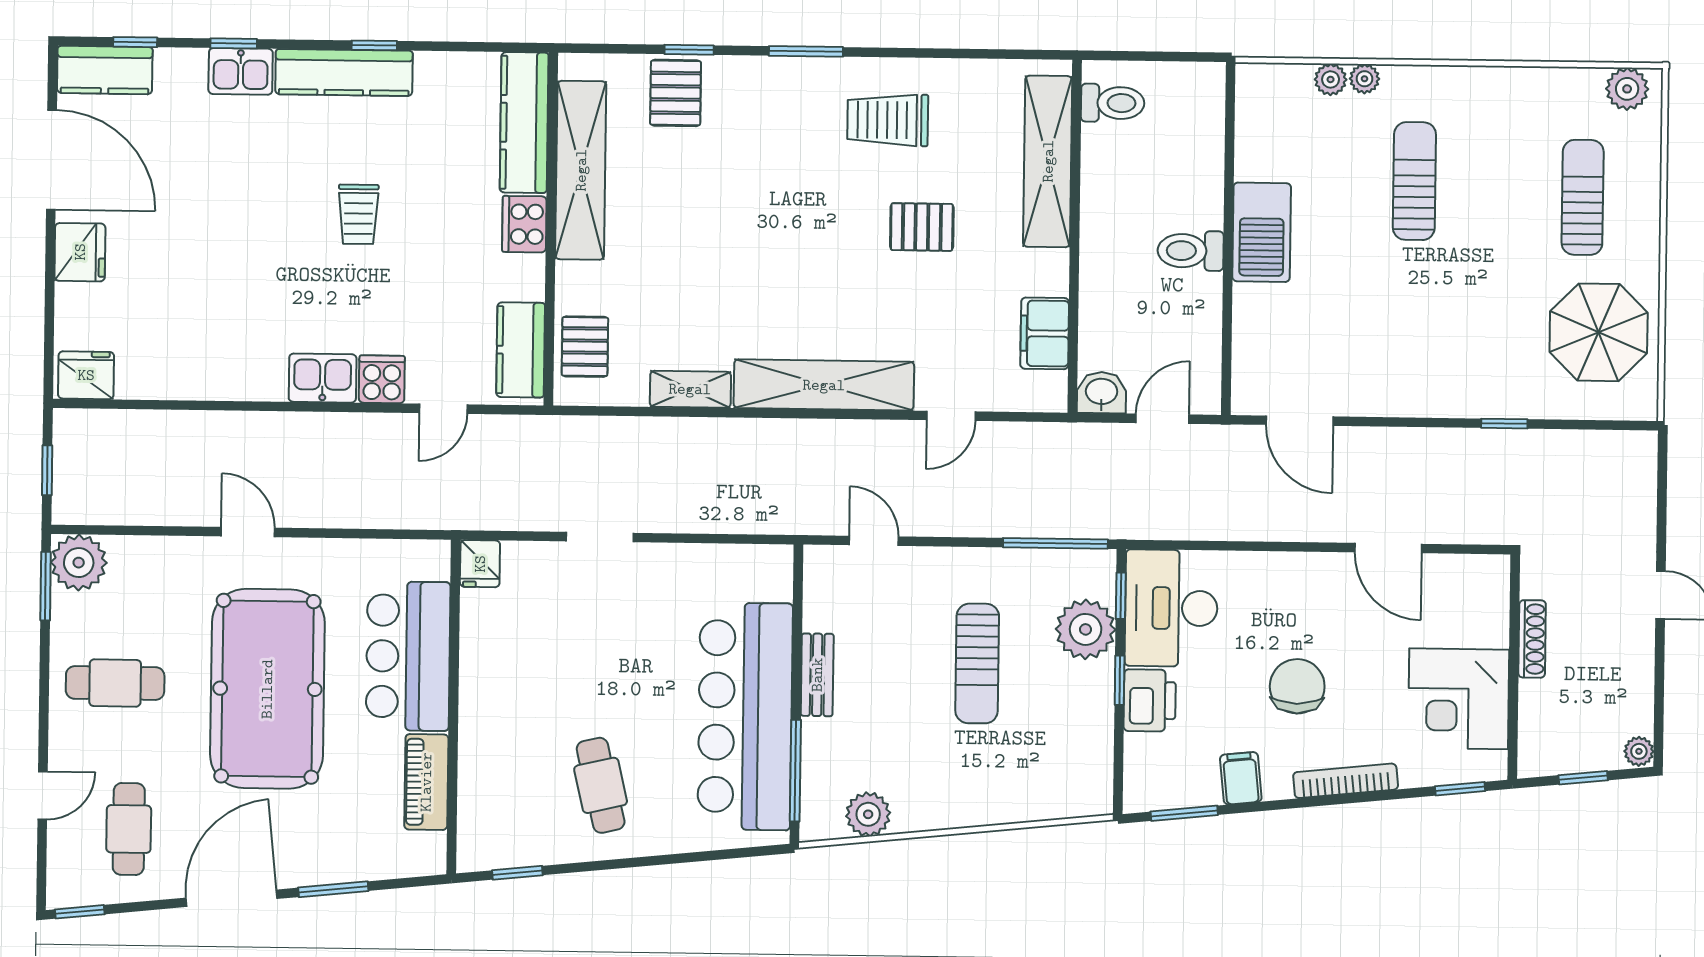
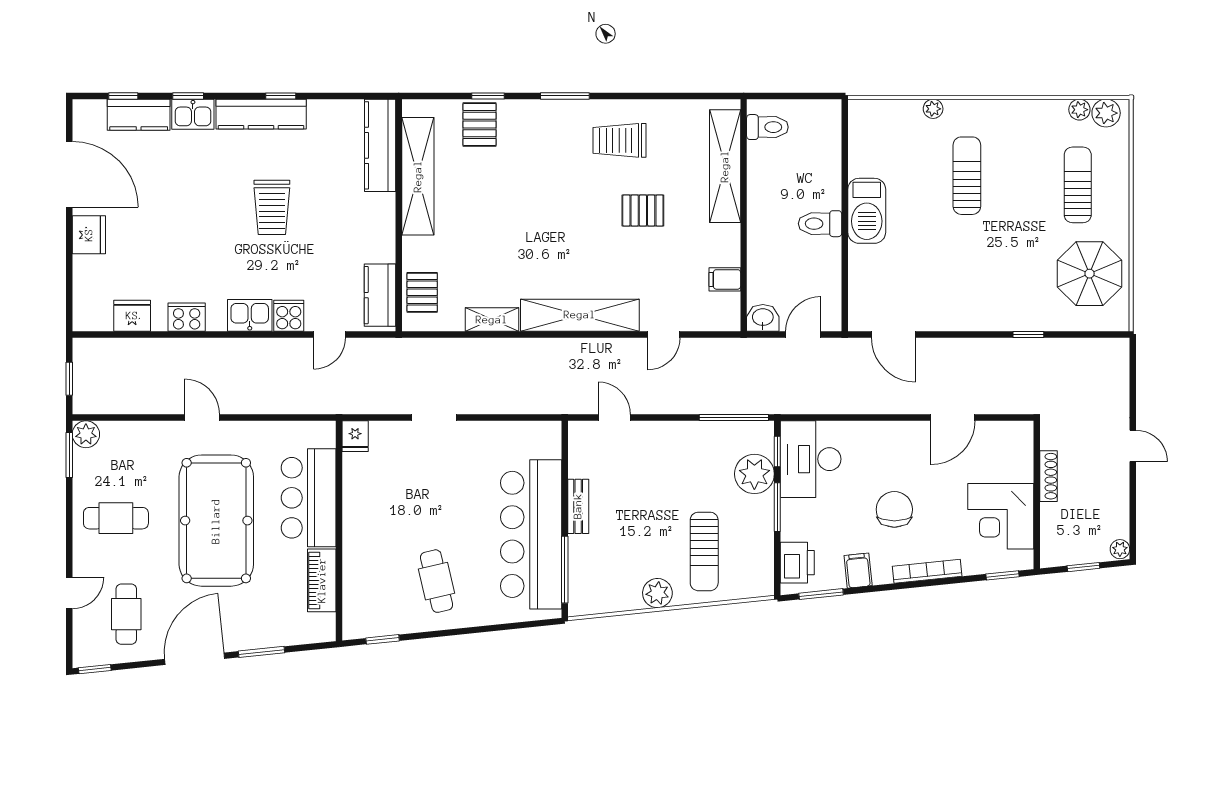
kitchen counter: (105, 70) -> (139, 115), moved
plant: (1331, 79) -> (1079, 110), moved
trolley: (358, 214) -> (272, 207), width x1.36, depth x1.39
cooker: (524, 224) -> (187, 317), moved, turned 90
filing cabinet: (1045, 333) -> (725, 279), width x0.50
fridge: (86, 375) -> (132, 316), moved
door: (1388, 548) -> (953, 418), hinge flipped
plant: (79, 563) -> (86, 434), width x0.73, depth x0.73
sun lounger: (977, 663) -> (704, 551), moved
window: (1120, 680) -> (777, 507), width x1.50
printer: (1150, 700) -> (797, 563), moved
plant: (868, 814) -> (657, 593), moved

